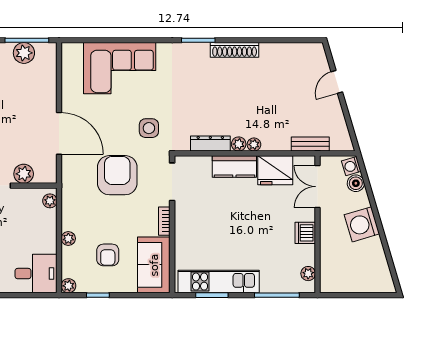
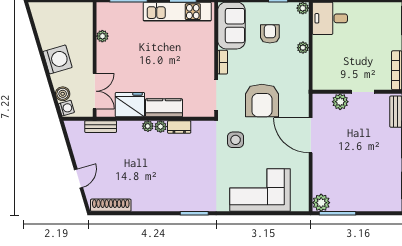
shoe rack: (235, 50) -> (111, 205), moved
plant: (24, 53) -> (321, 203), moved
dresser: (210, 143) -> (179, 127), width x0.70
plant: (50, 201) -> (318, 79), removed
dishwasher: (305, 233) -> (105, 52), removed
plant: (308, 274) -> (102, 36), moved

